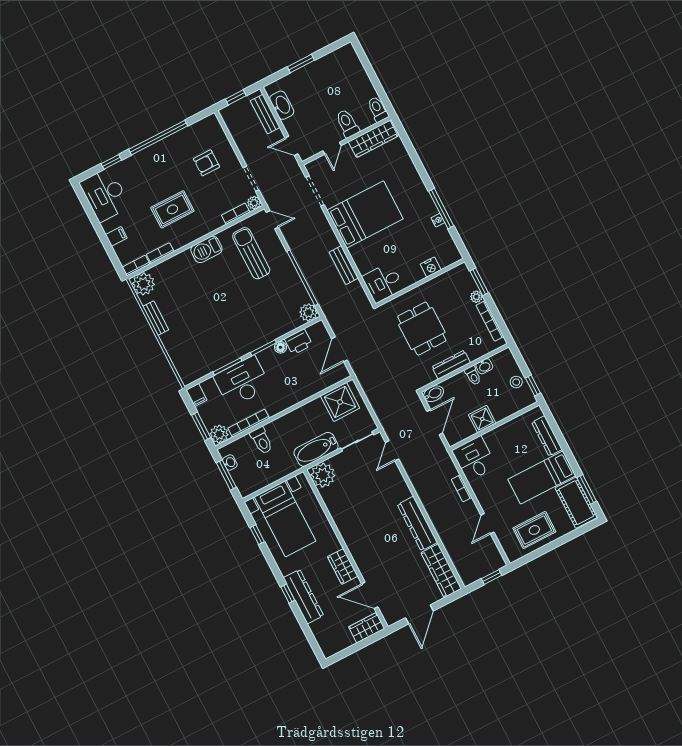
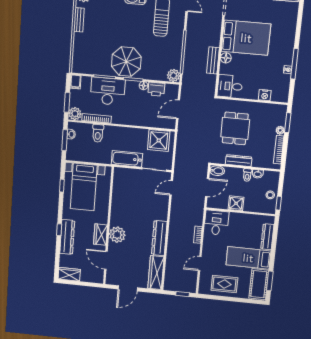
floor lamp: (357, 253) -> (226, 58), added
parasol: (242, 332) -> (126, 62), added
plant: (323, 475) -> (117, 235), moved
wardrobe: (367, 628) -> (69, 274), moved

